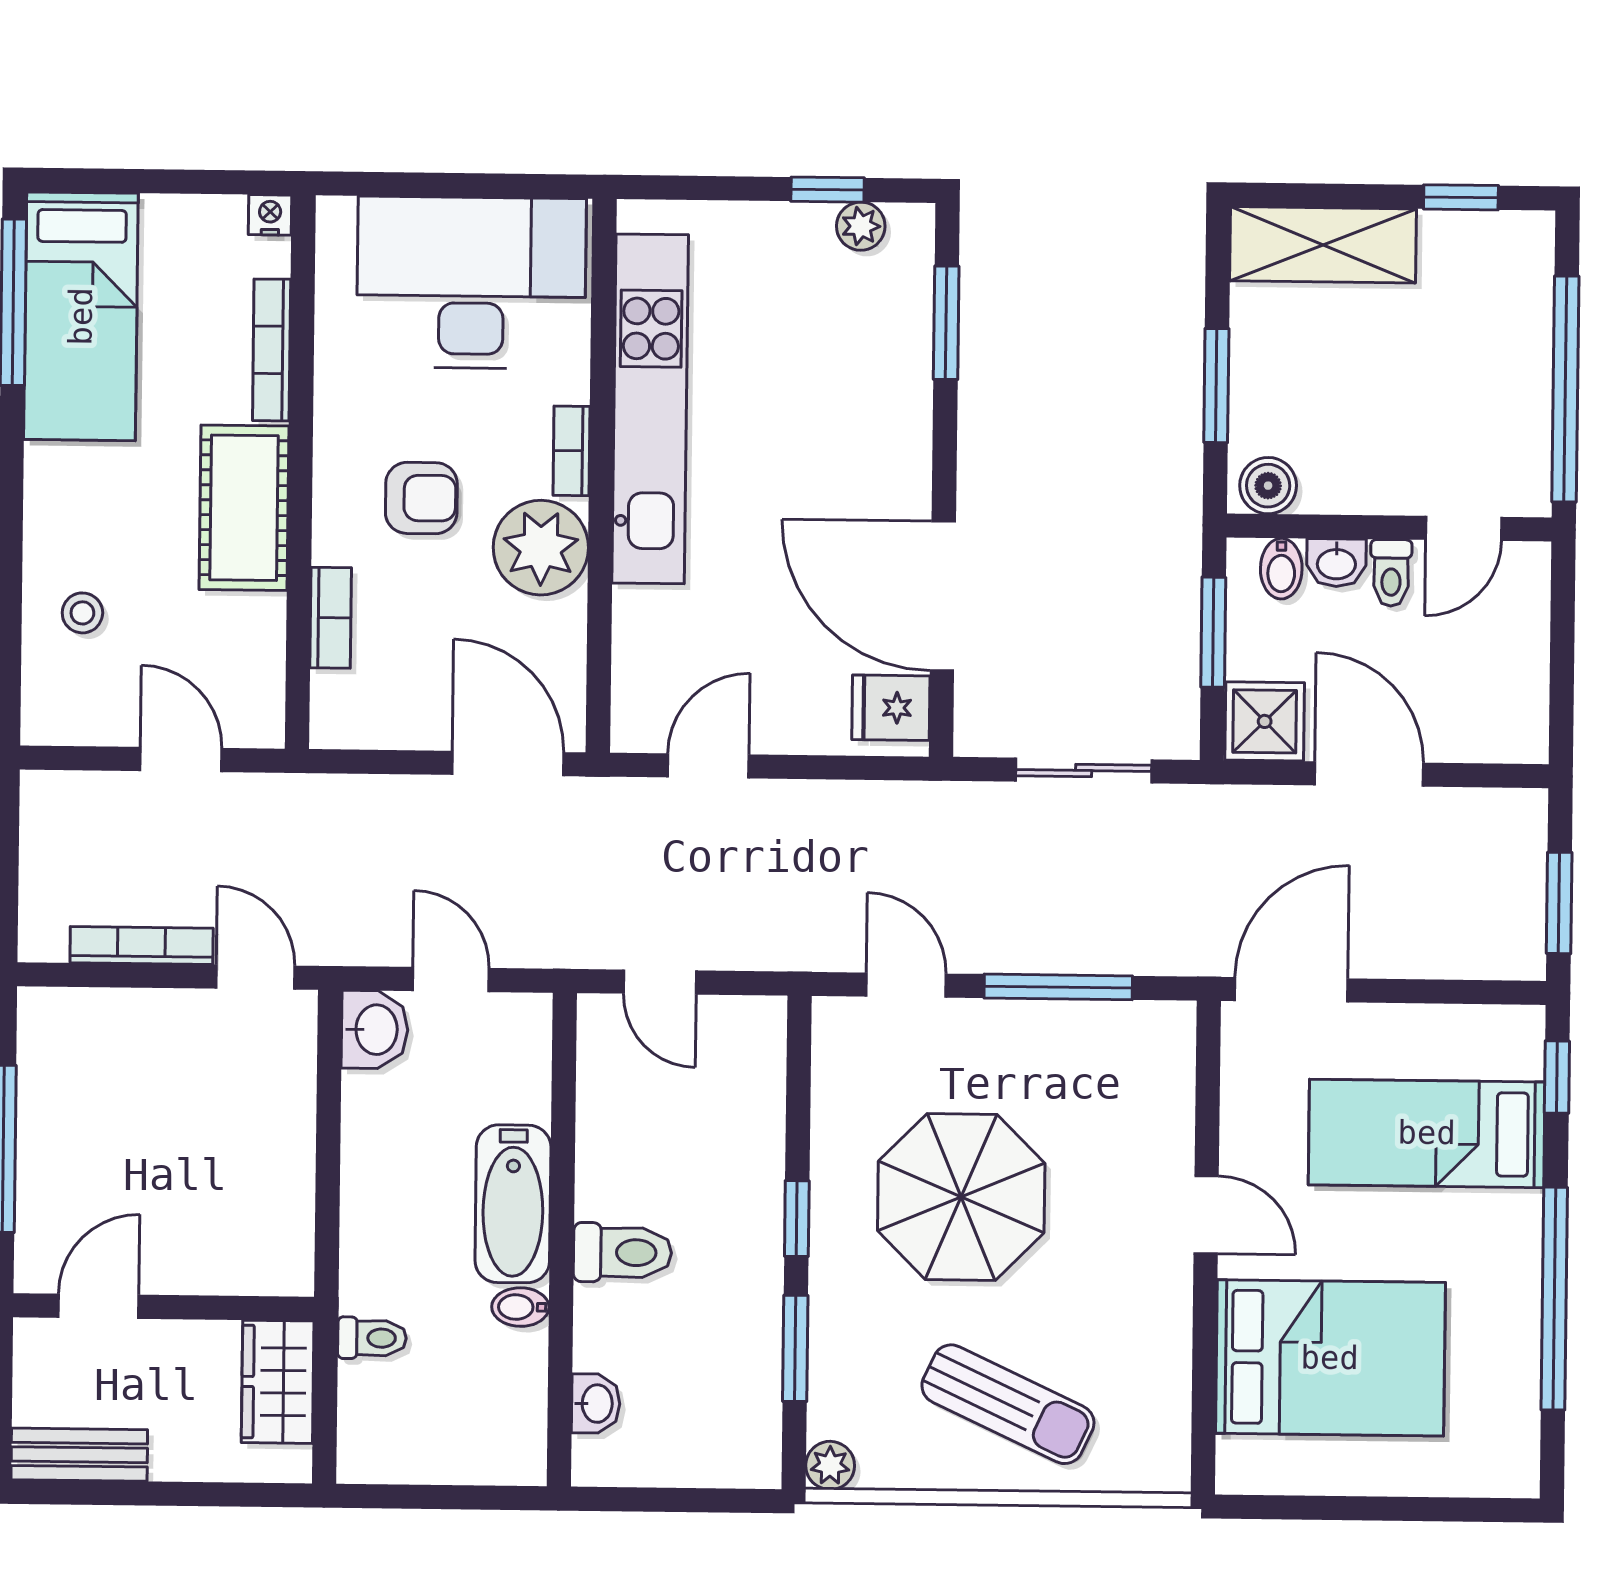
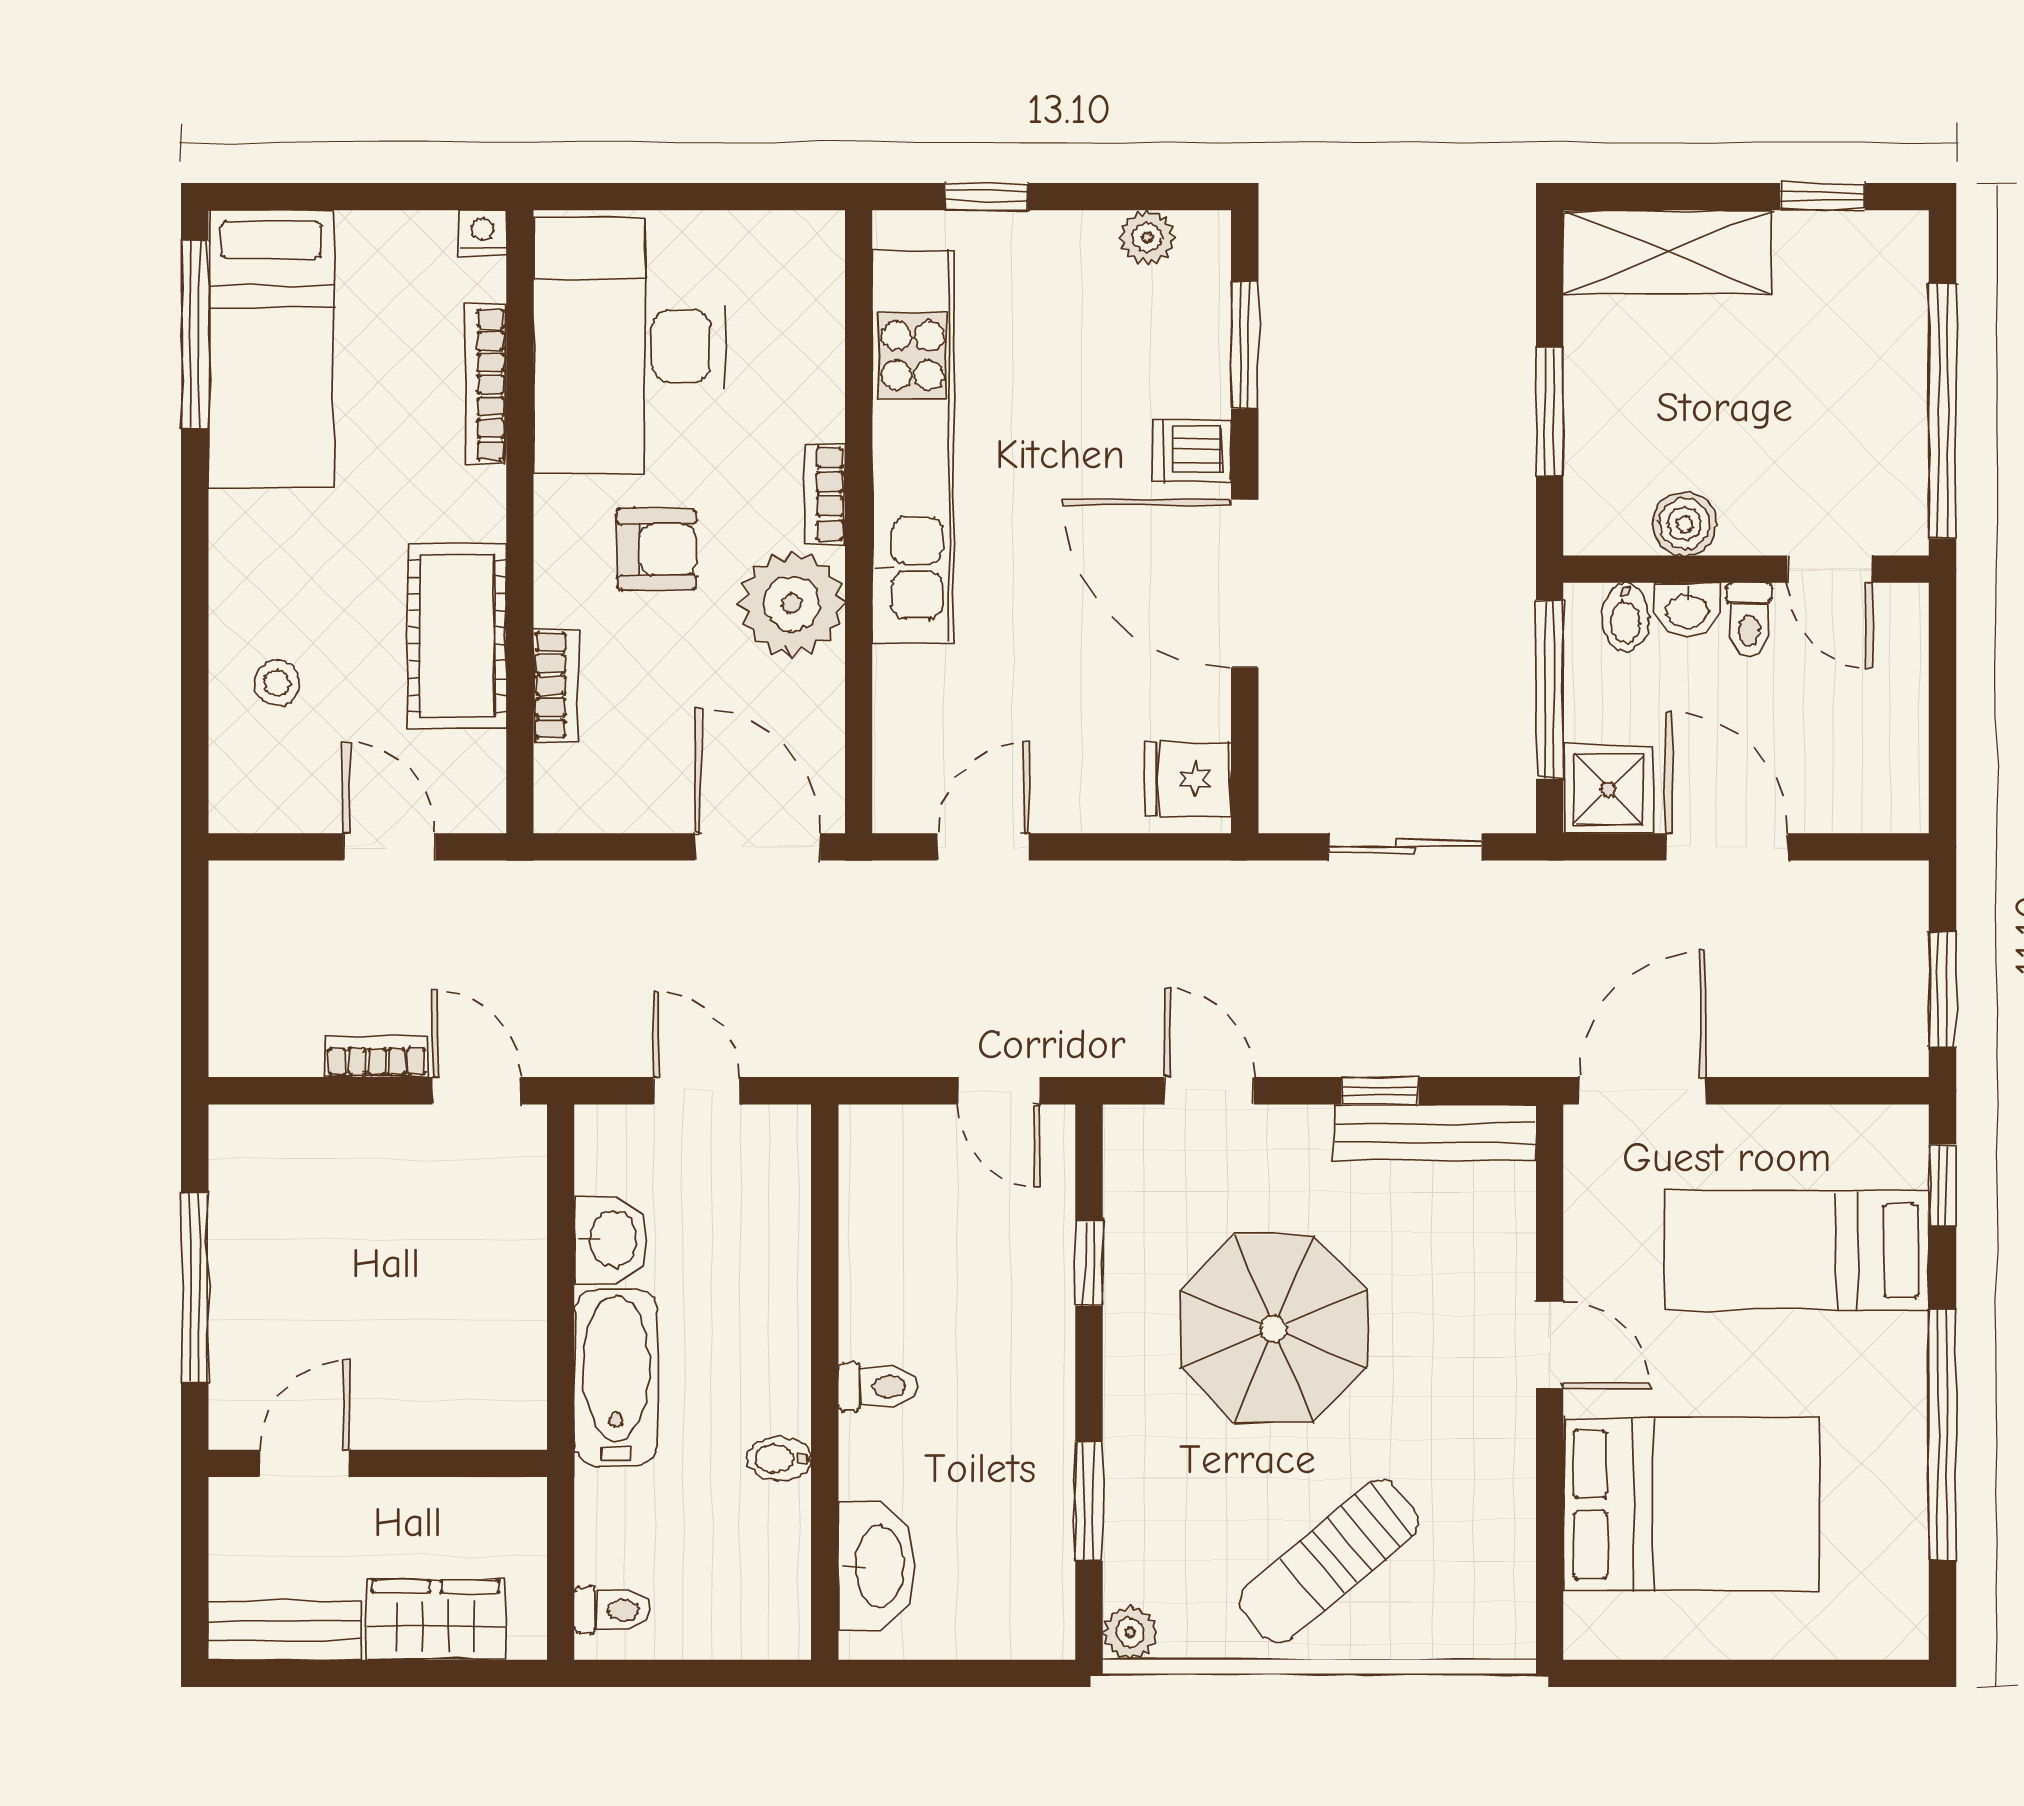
window: (828, 190) -> (987, 197), moved
desk: (471, 283) -> (629, 346), moved, turned -90
dishwasher: (898, 416) -> (1192, 450), added
boiler: (1268, 486) -> (1685, 524), moved
cot: (244, 508) -> (457, 636), moved
door: (1464, 528) -> (1830, 569), hinge flipped
door: (943, 596) -> (1245, 584), moved
window: (1213, 632) -> (1550, 689), width x1.44
bookcase: (142, 945) -> (377, 1057), width x0.64
door: (660, 982) -> (999, 1091), moved
window: (1058, 987) -> (1380, 1091), width x0.46
bench: (1107, 1025) -> (1435, 1133), added
washbasin: (375, 1030) -> (611, 1239), moved
bathtub: (513, 1204) -> (616, 1377), moved, turned 180
window: (797, 1219) -> (1089, 1263), moved
toilet: (623, 1252) -> (878, 1387), width x0.73, depth x0.72
toilet: (372, 1338) -> (613, 1610), moved
wardrobe: (278, 1382) -> (436, 1620), moved, turned 90
washbasin: (596, 1404) -> (877, 1566), width x1.91, depth x1.45
sun lounger: (1008, 1404) -> (1329, 1561), turned 115

